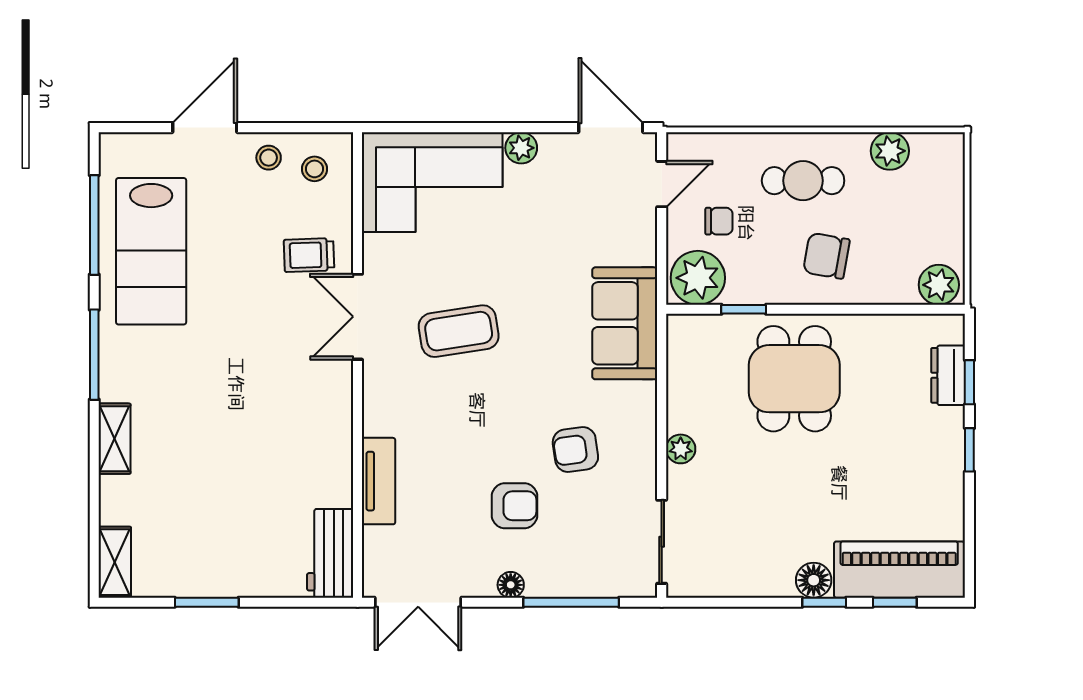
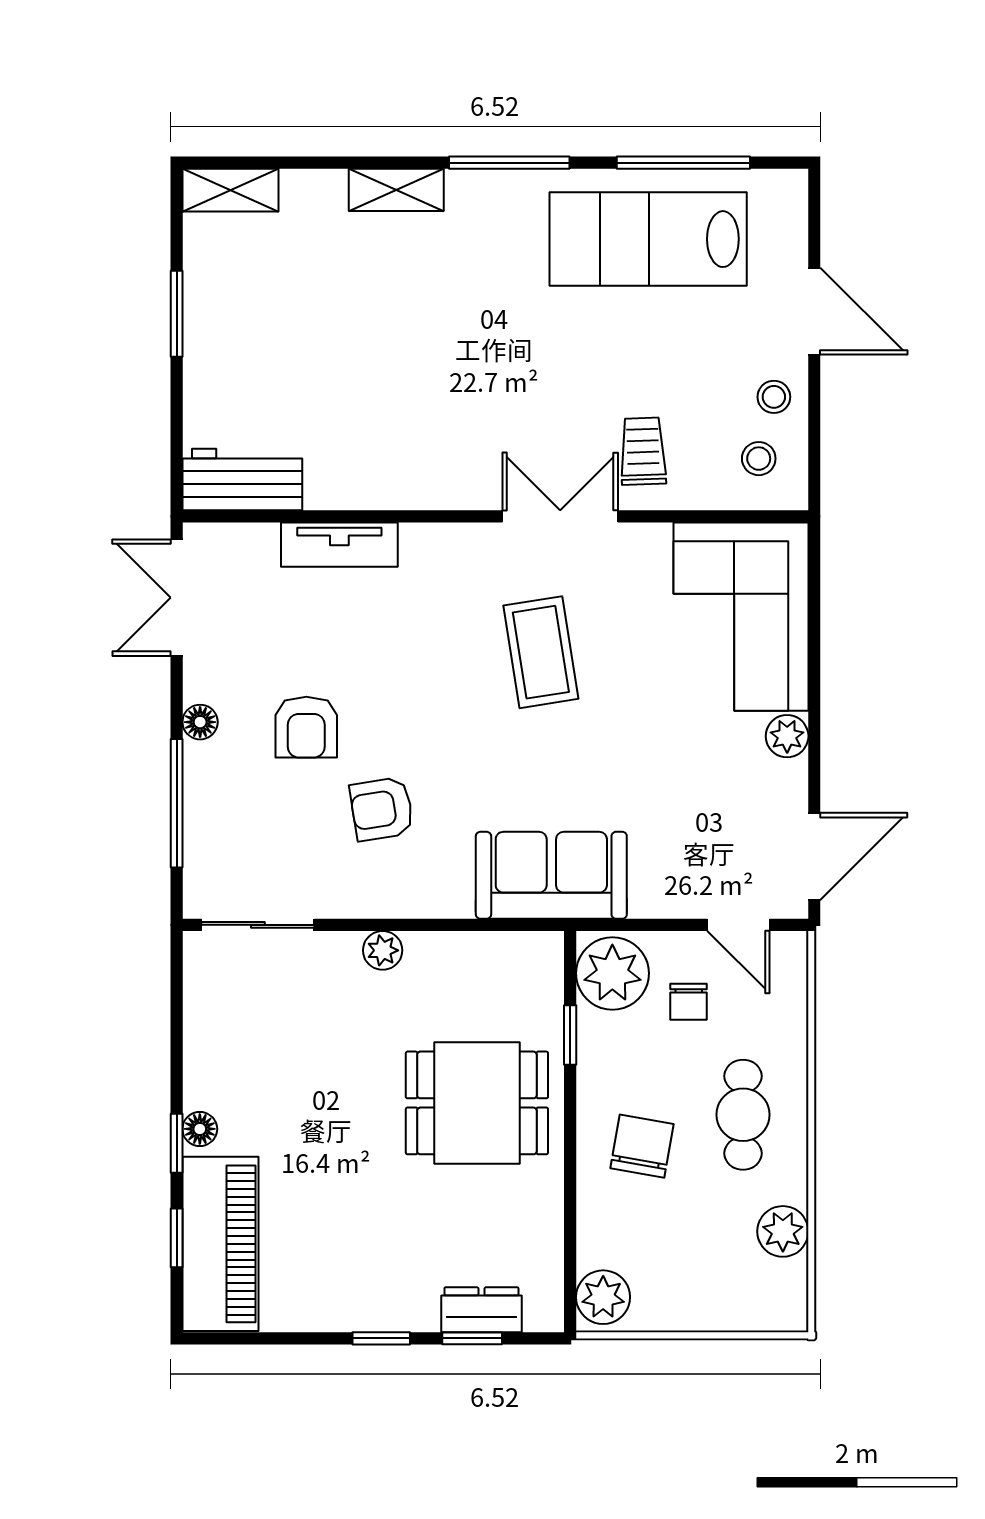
armchair: (575, 450) -> (382, 809), turned -91
floor lamp: (814, 580) -> (200, 1129), width x0.73, depth x0.73

